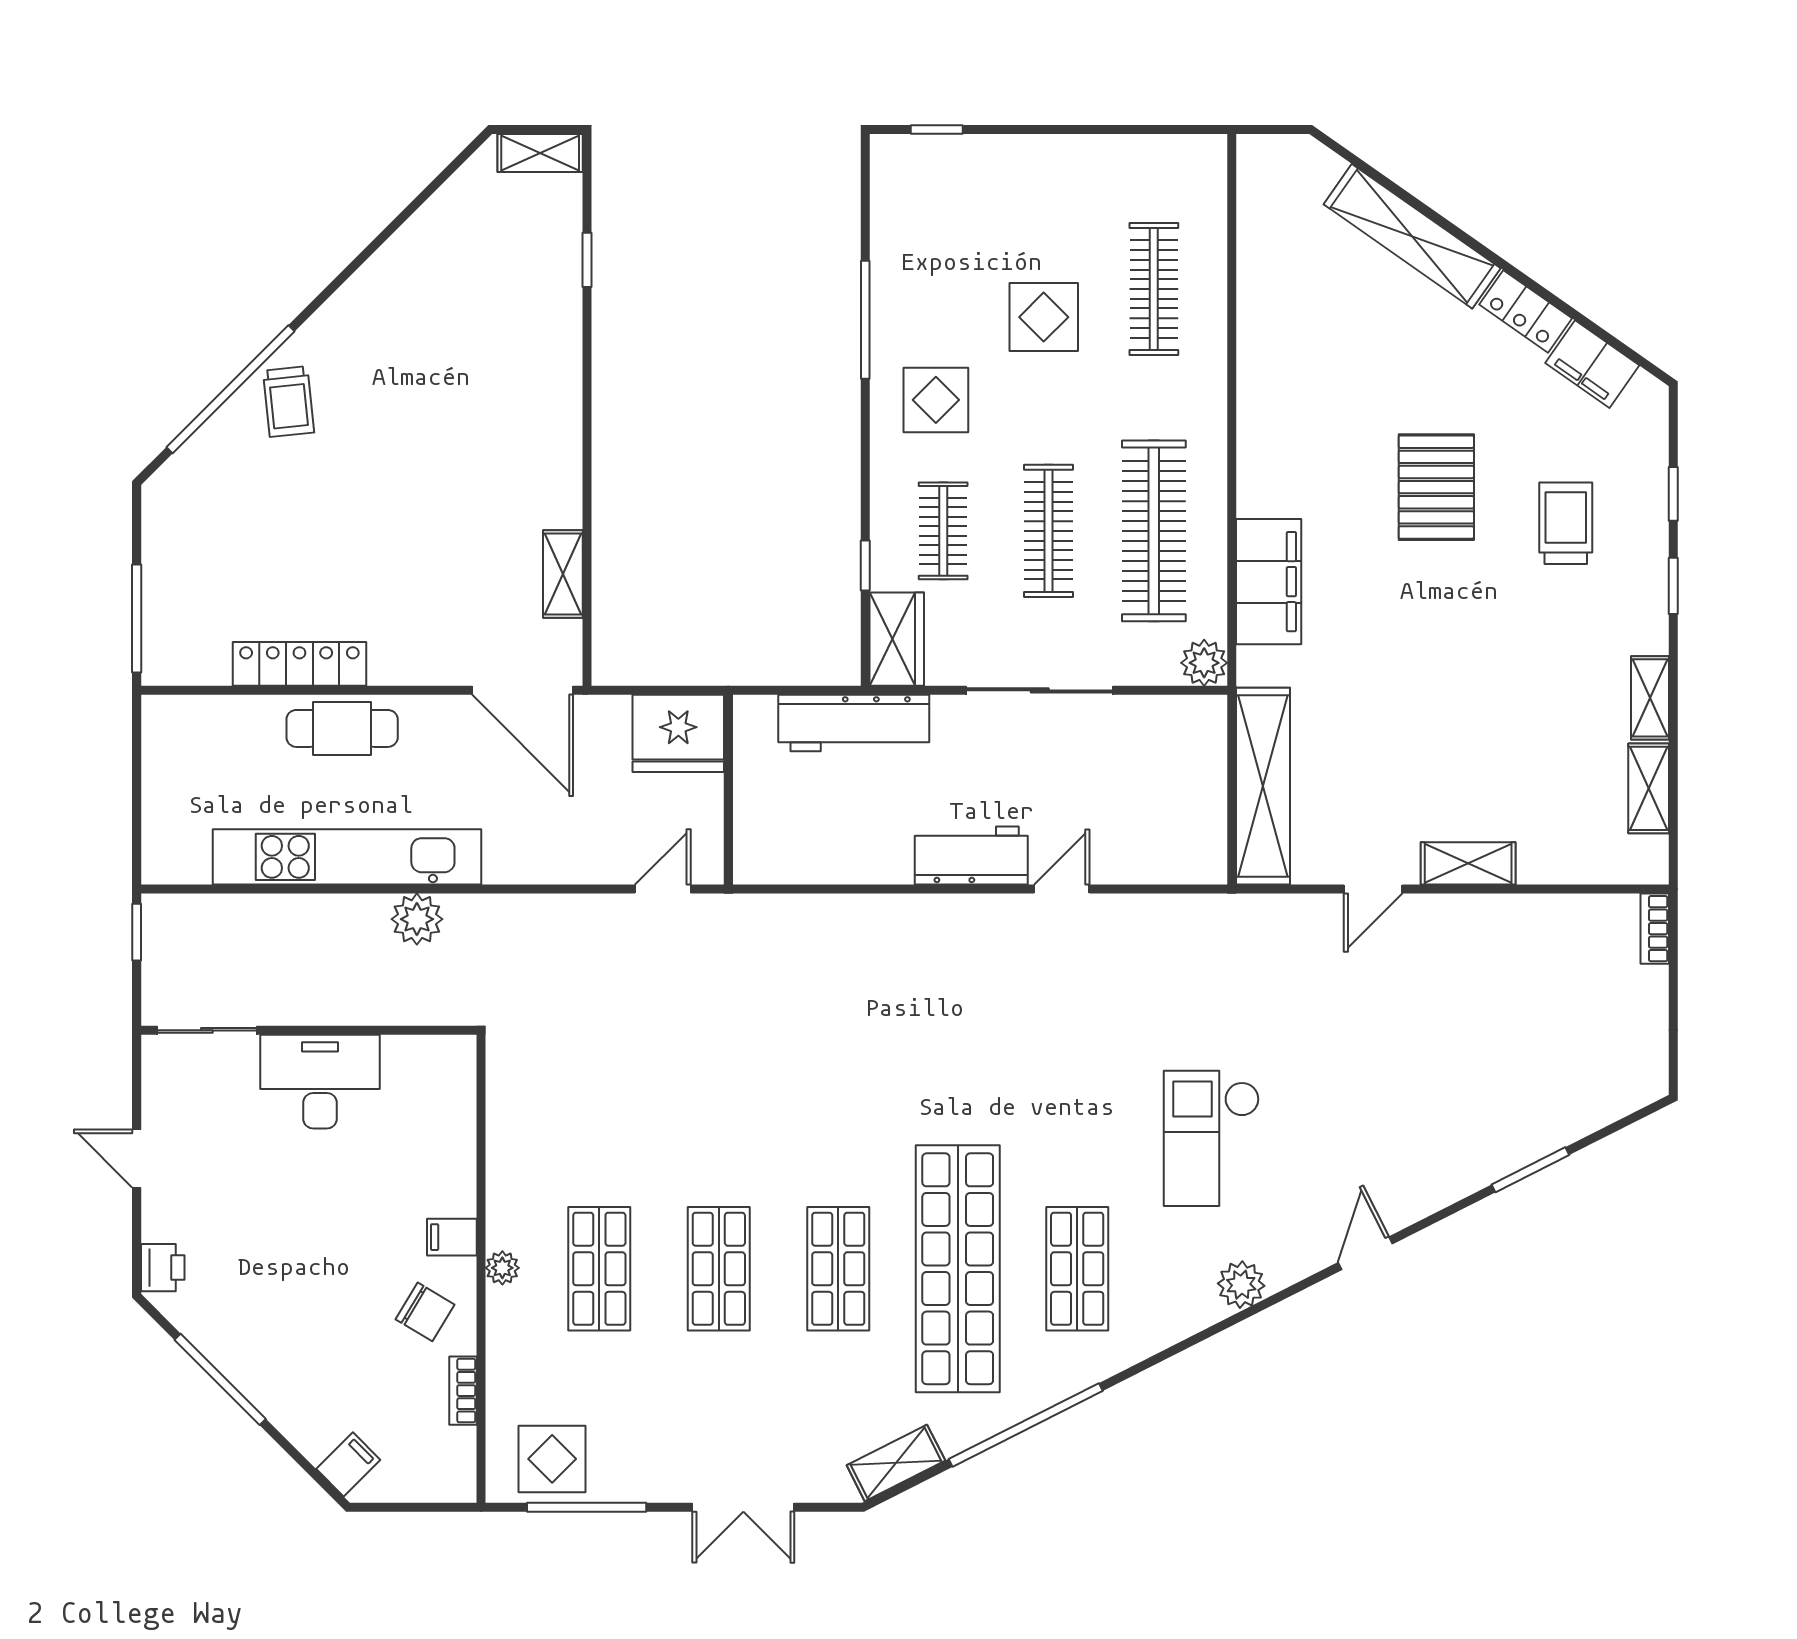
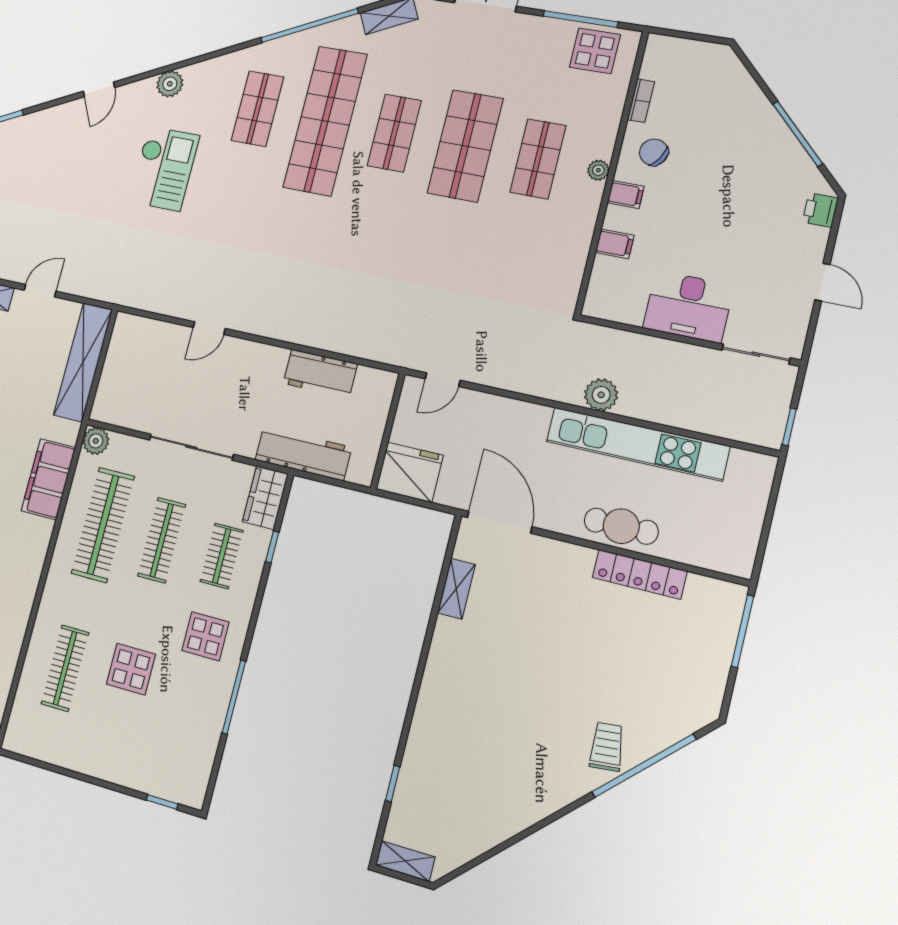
workbench: (971, 856) -> (320, 374), moved
shop shelf: (719, 1269) -> (465, 146), width x1.43, depth x1.36
filing cabinet: (348, 1464) -> (615, 244), moved, turned -135

